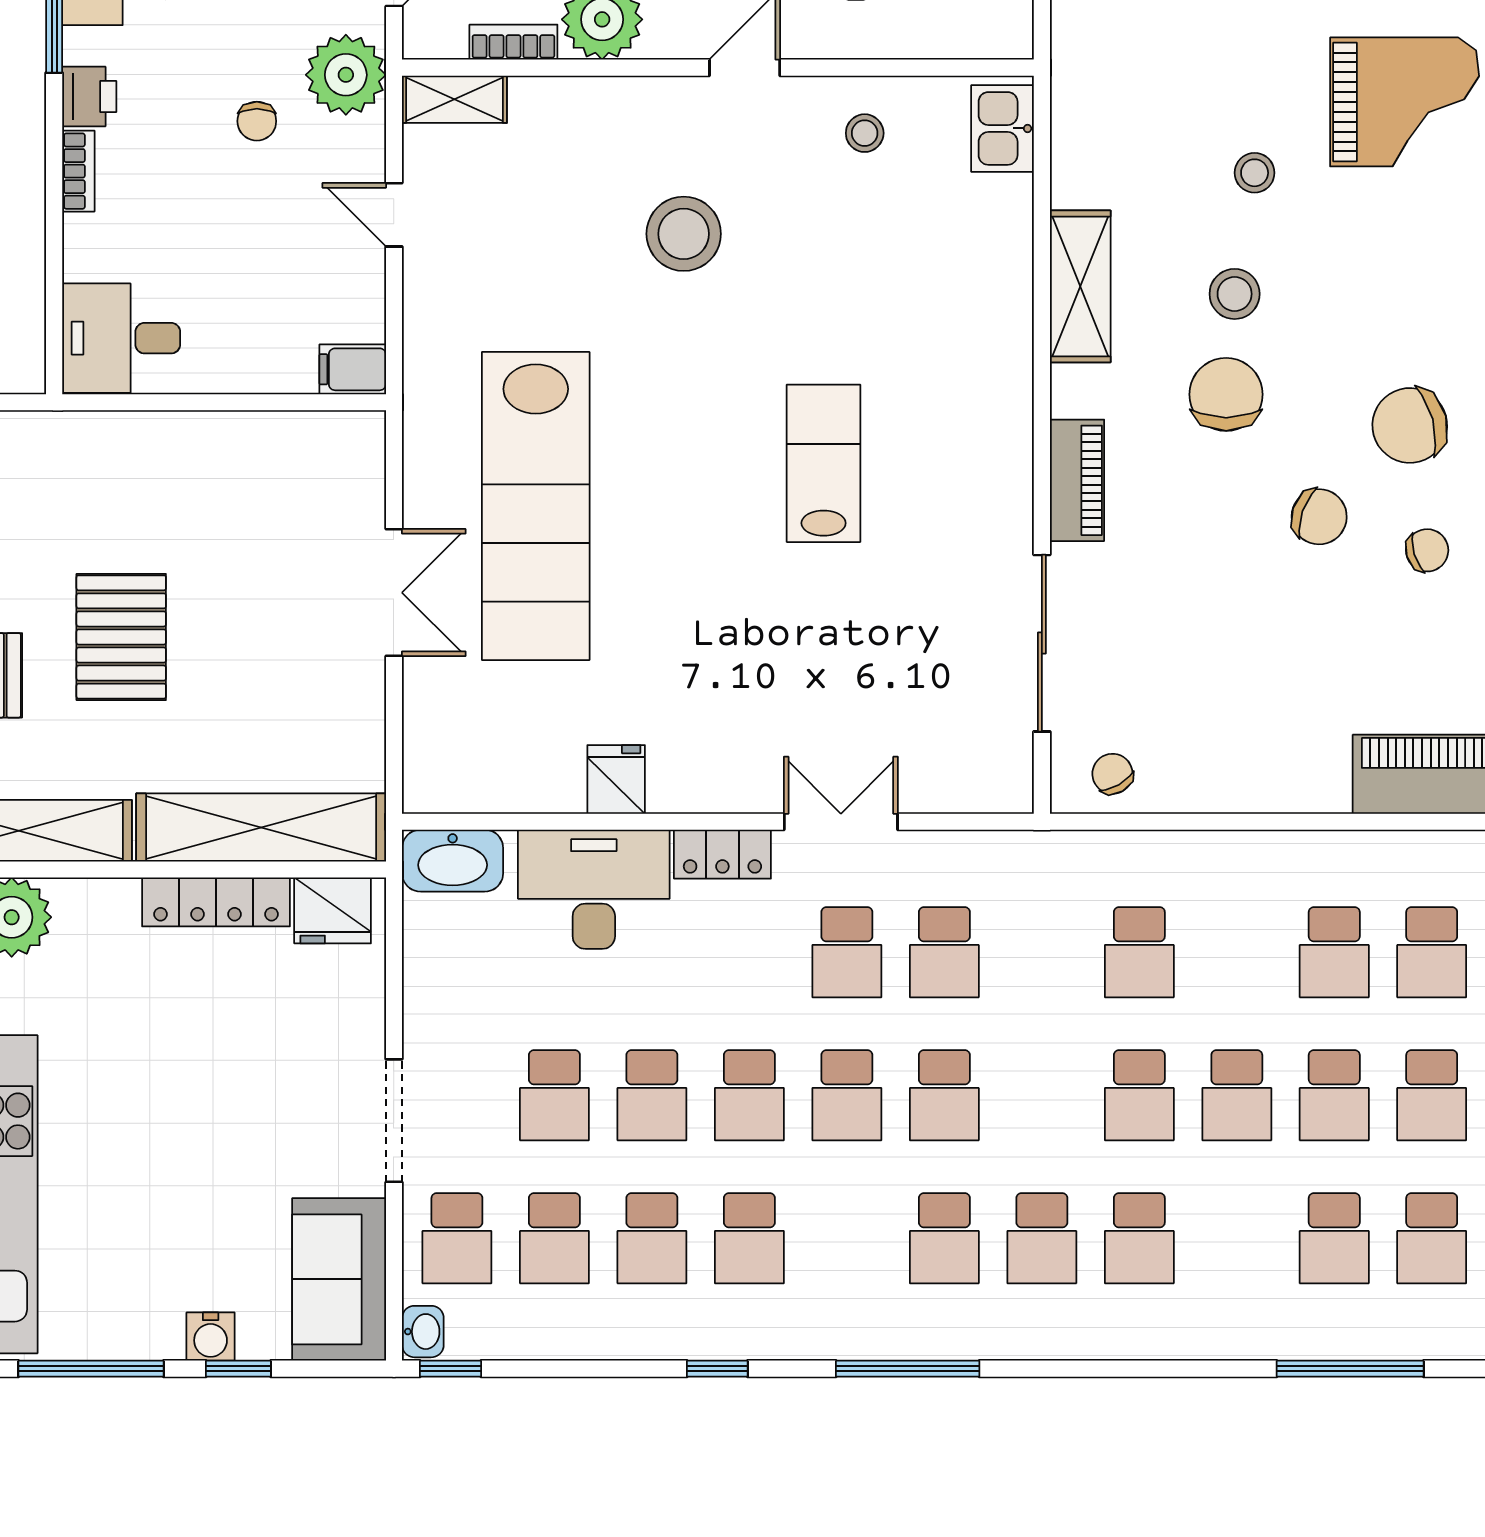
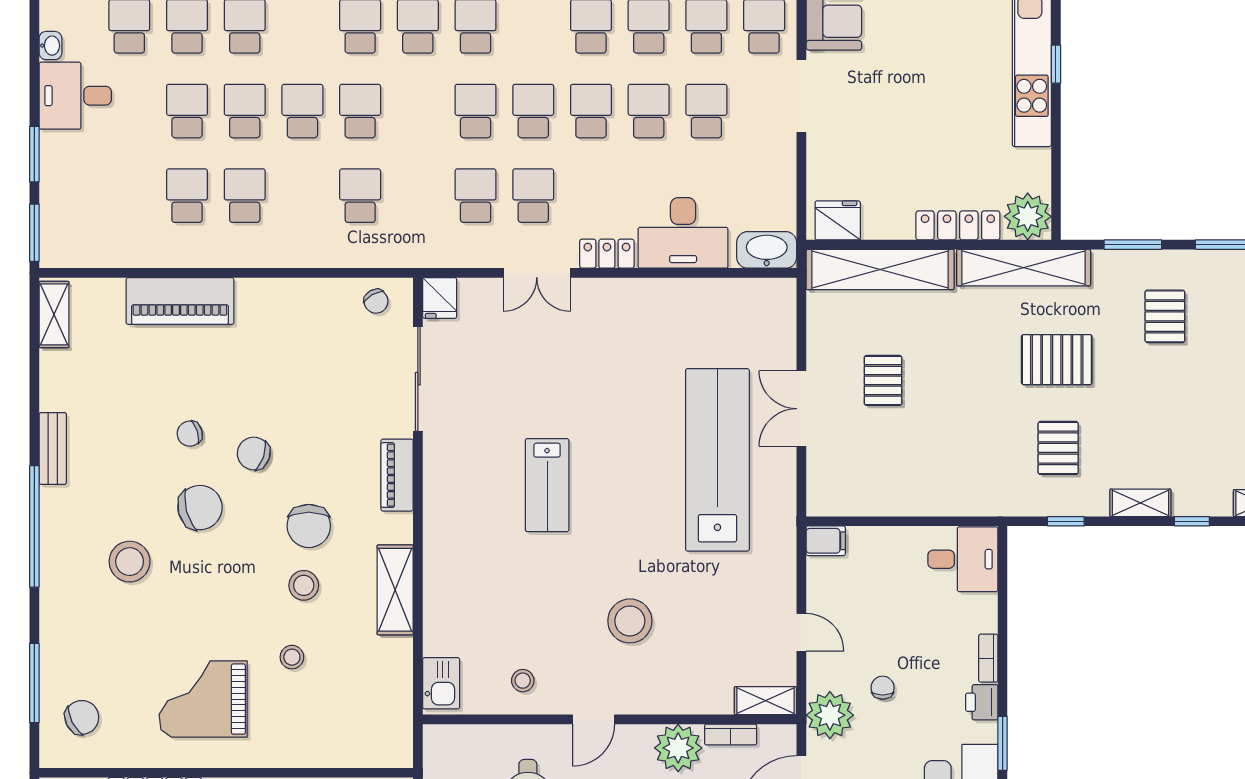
pallet: (121, 637) -> (883, 380), moved, width x0.67, depth x0.71
fridge: (616, 779) -> (440, 298), moved
locker: (216, 902) -> (958, 225), moved

